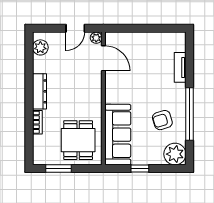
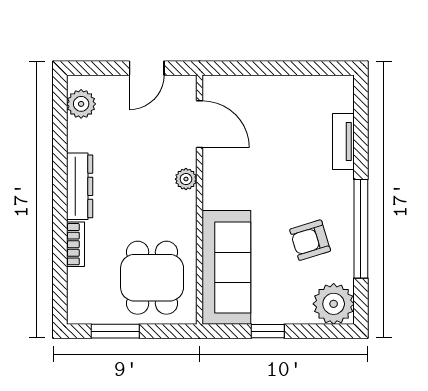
plant: (96, 38) -> (186, 179), moved

